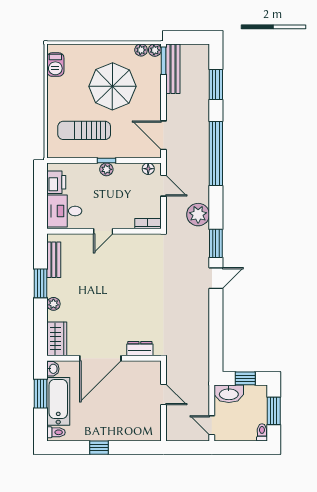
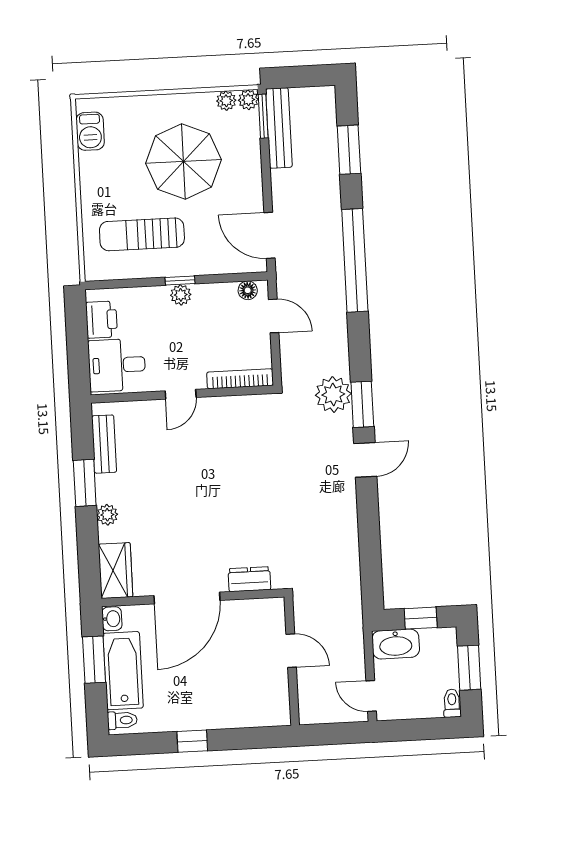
plant: (198, 215) -> (333, 394), moved
bookcase: (148, 224) -> (240, 379), width x1.56

